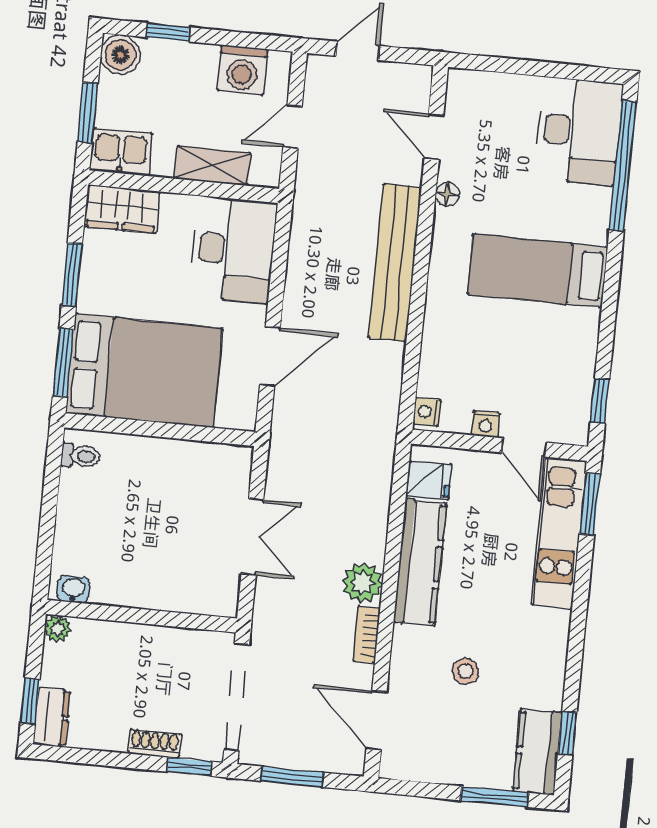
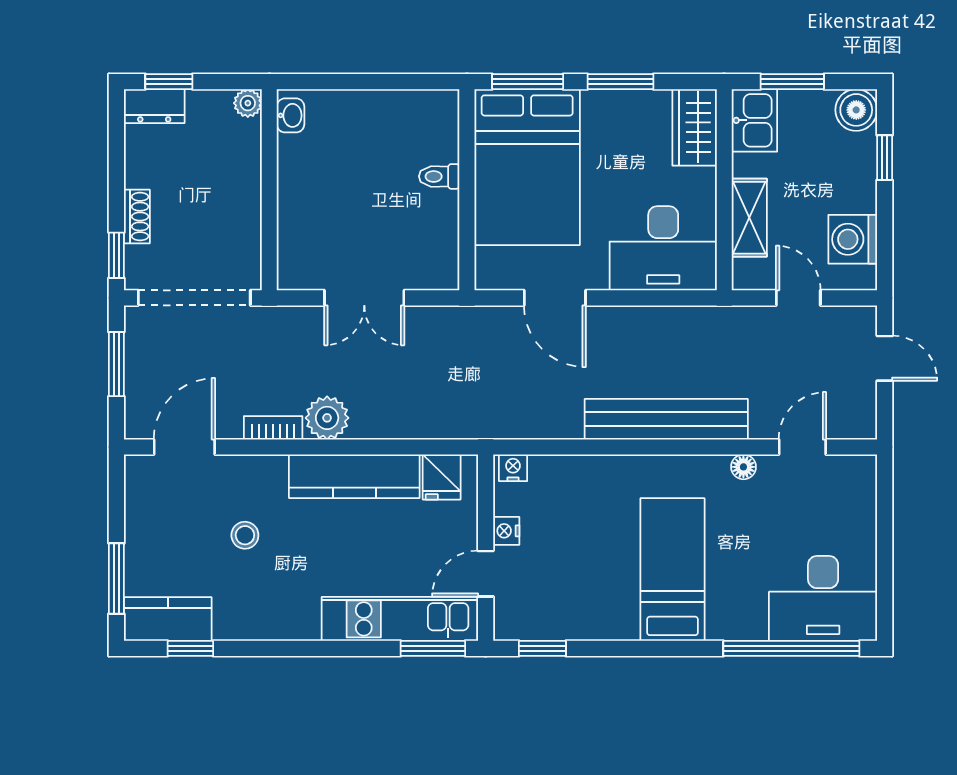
toilet: (81, 456) -> (439, 176), moved, turned 90

